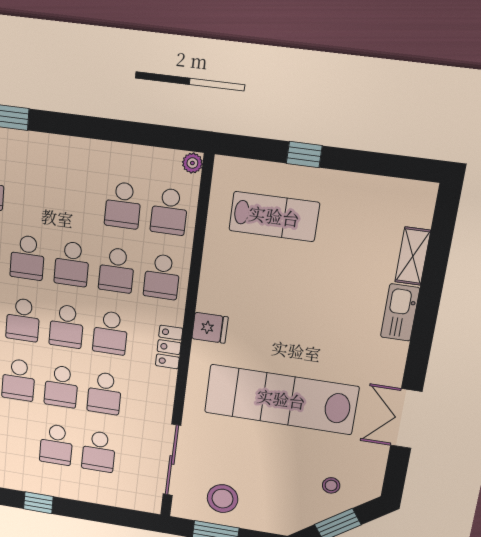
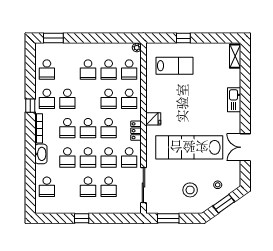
shelving: (413, 256) -> (235, 56), moved
school desk: (72, 264) -> (88, 70), moved
school desk: (148, 400) -> (129, 157), added
stool: (223, 499) -> (190, 190), moved

